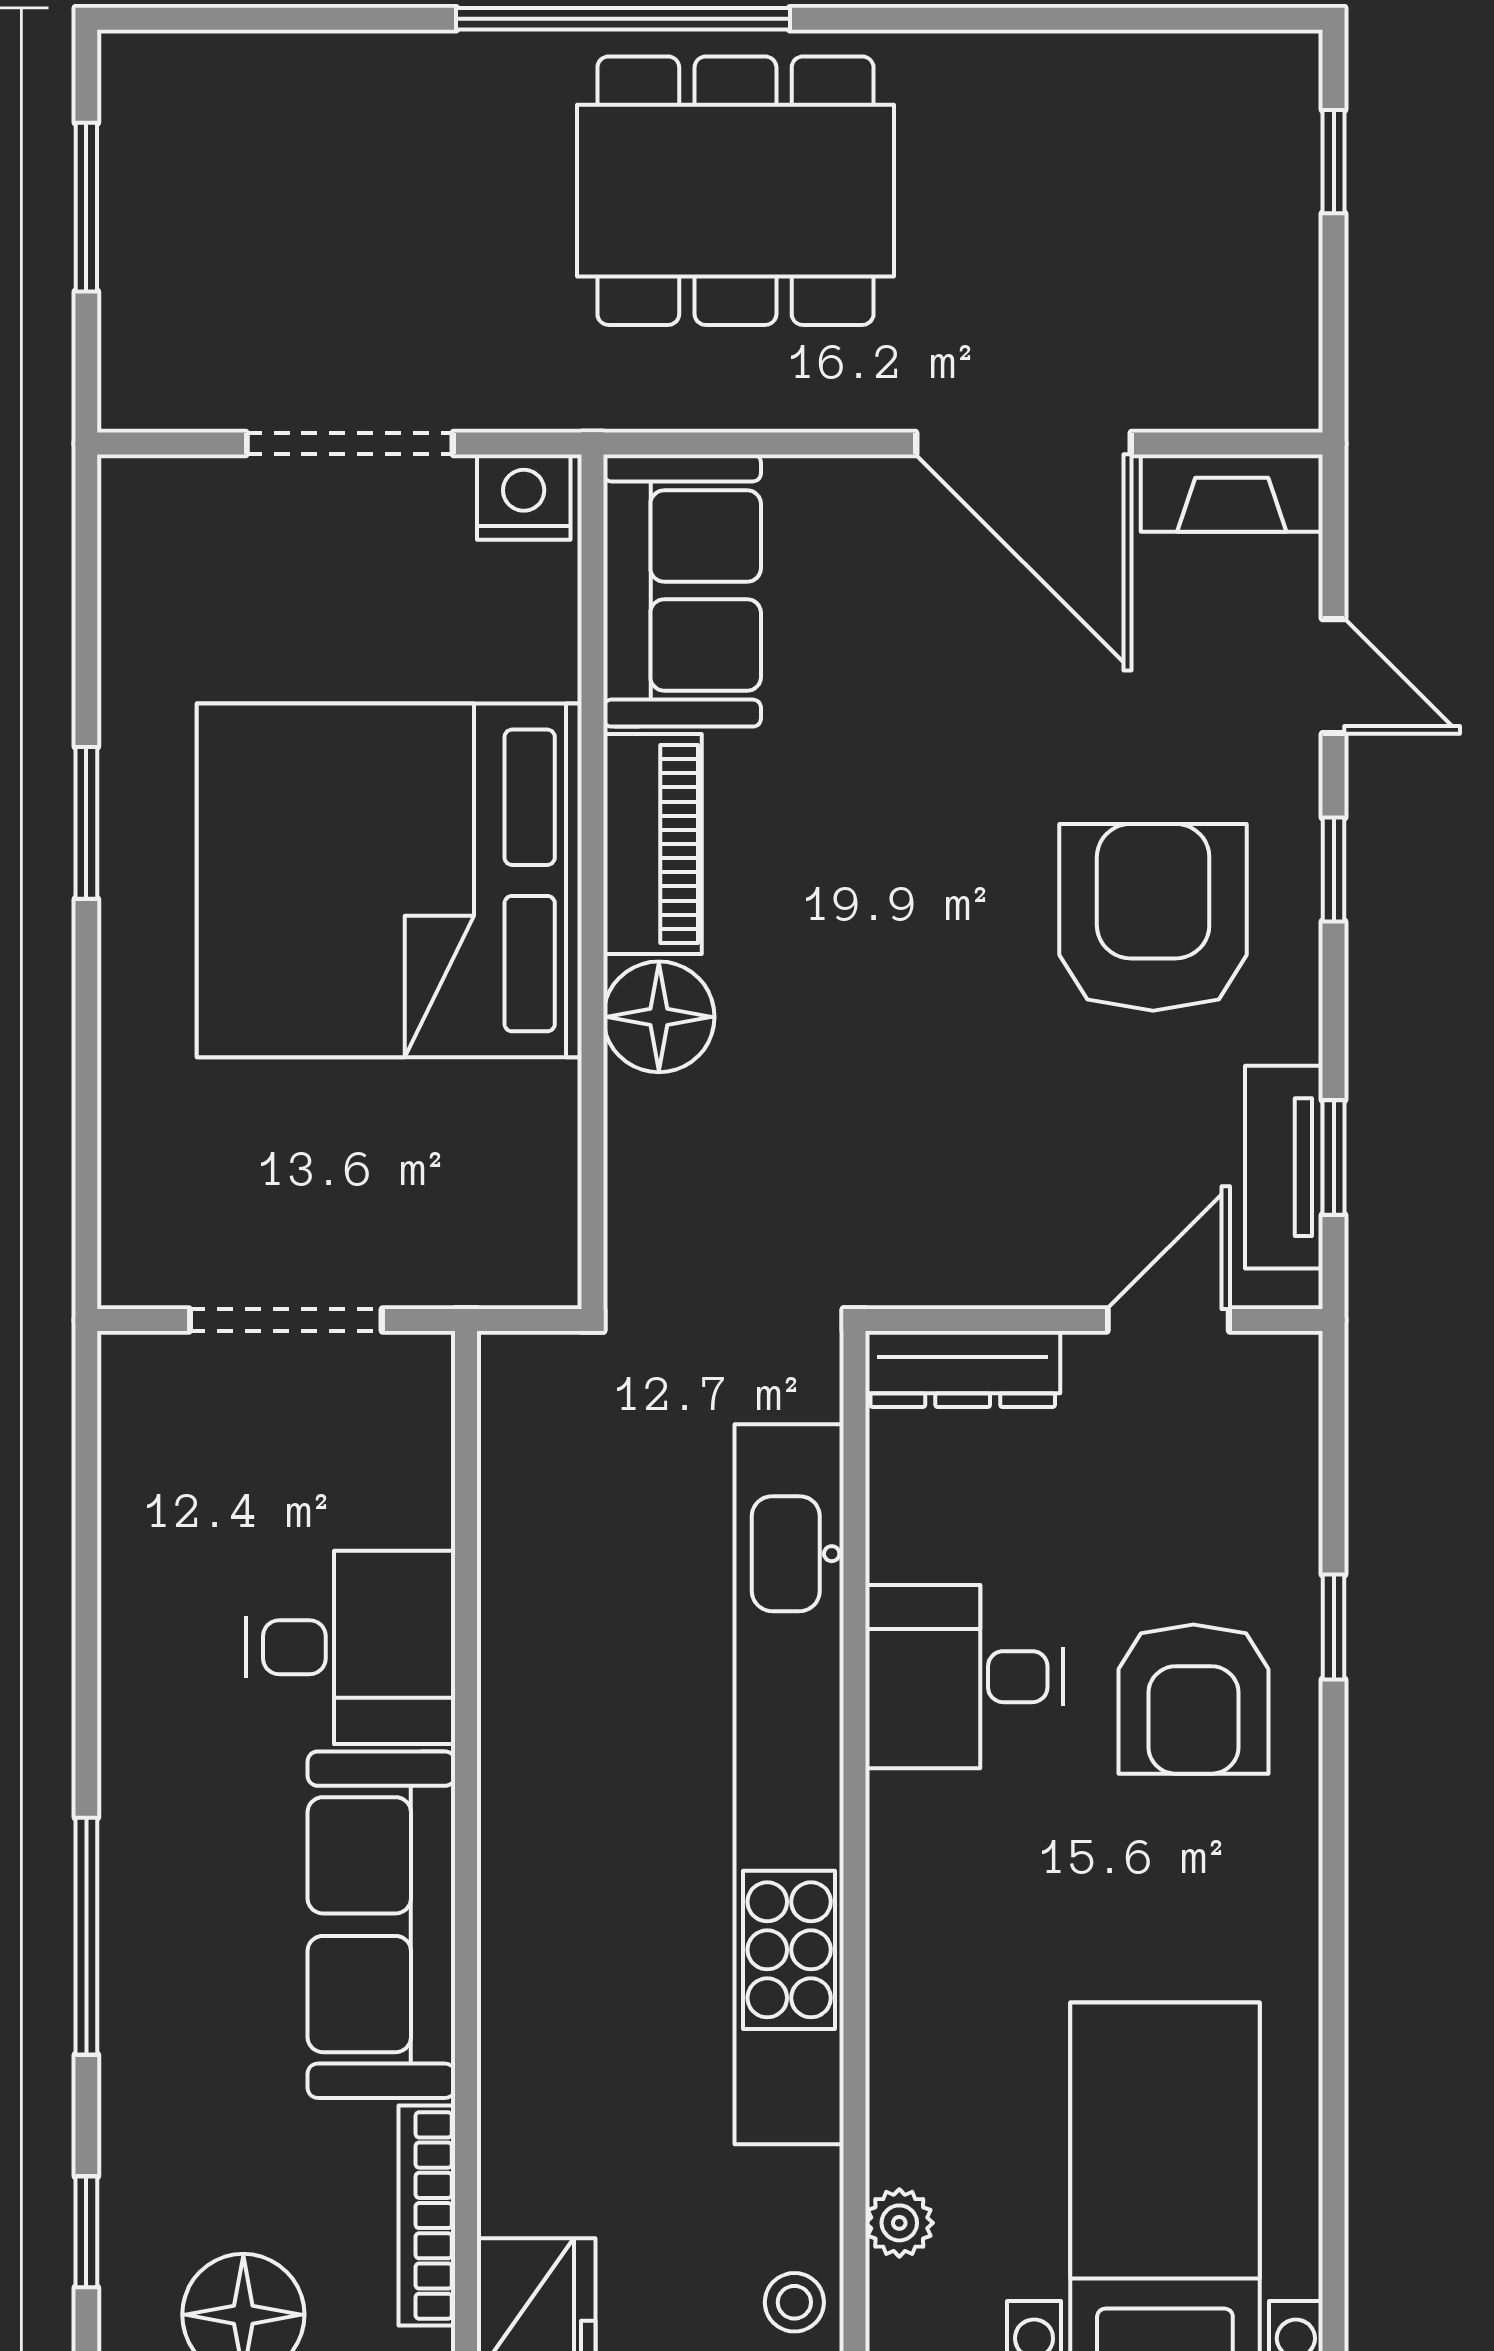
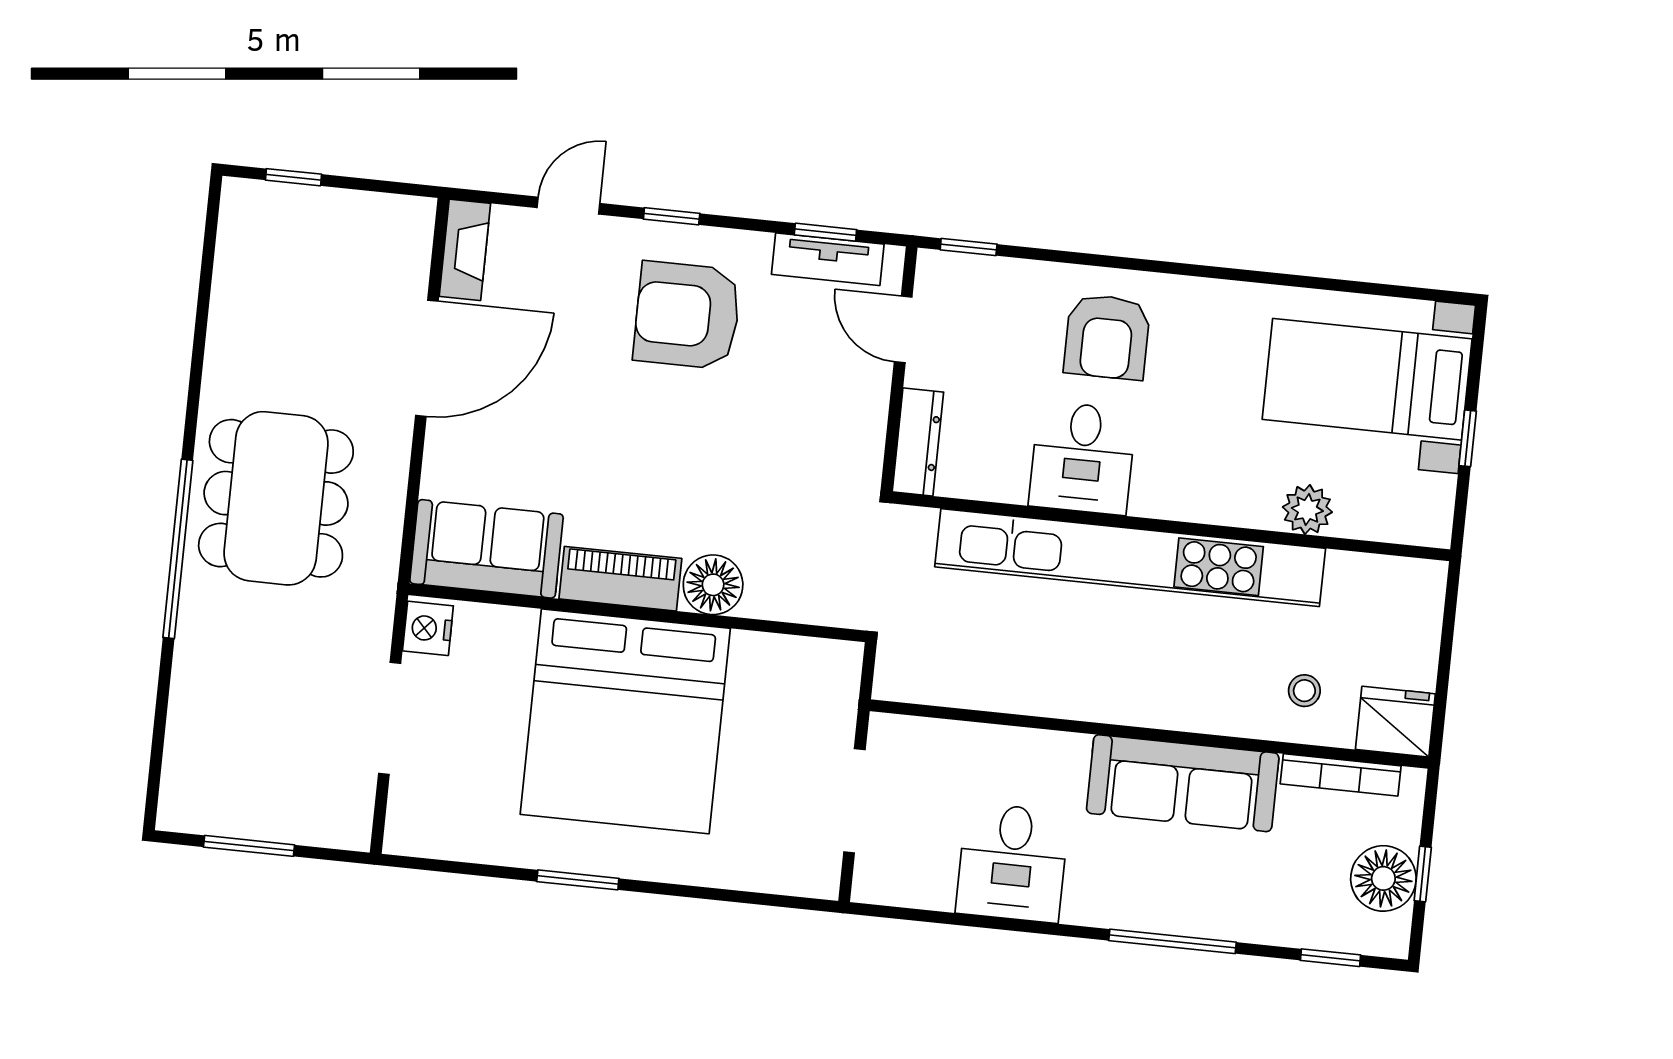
window: (1334, 1627) -> (969, 247), moved
desk: (351, 1647) -> (1012, 863), moved, turned 180
armchair: (1193, 1699) -> (1107, 337), turned 90
plant: (899, 2223) -> (1307, 510), moved, width x1.38, depth x1.38
stool: (794, 2302) -> (1304, 691), moved

